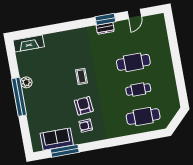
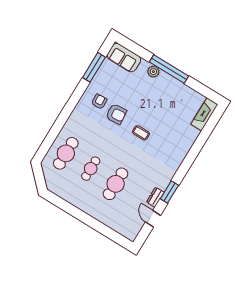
dresser: (105, 28) -> (155, 197), moved
plant: (26, 82) -> (153, 72), moved
sofa: (57, 139) -> (124, 58), moved, turned 90

